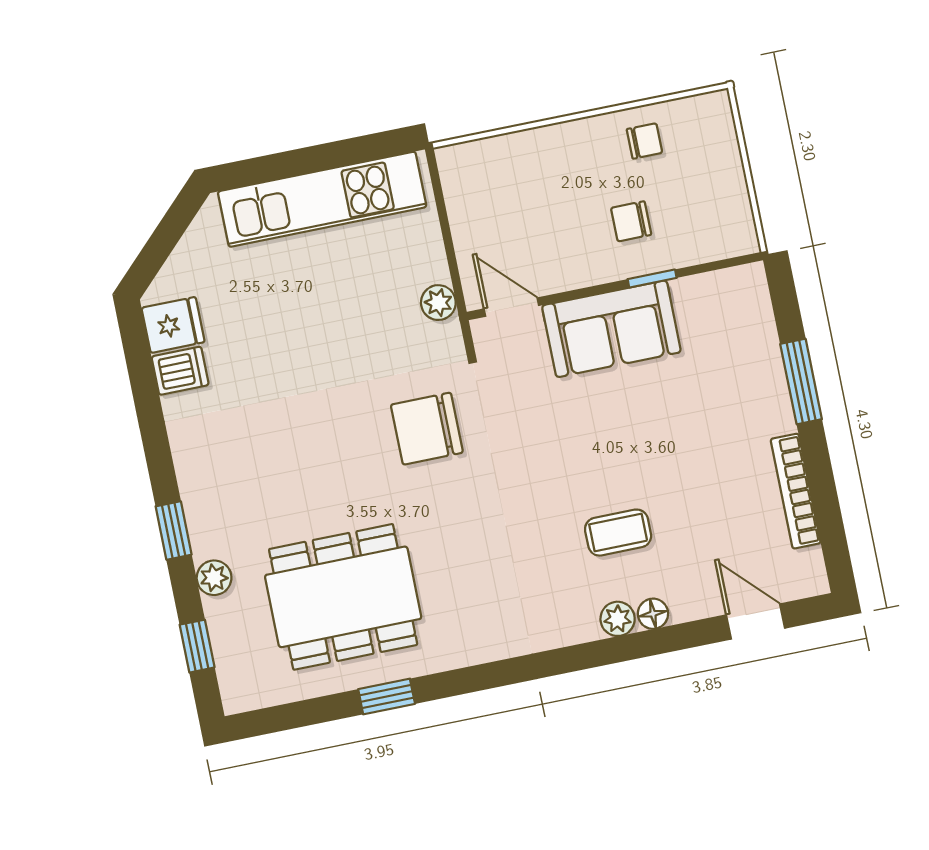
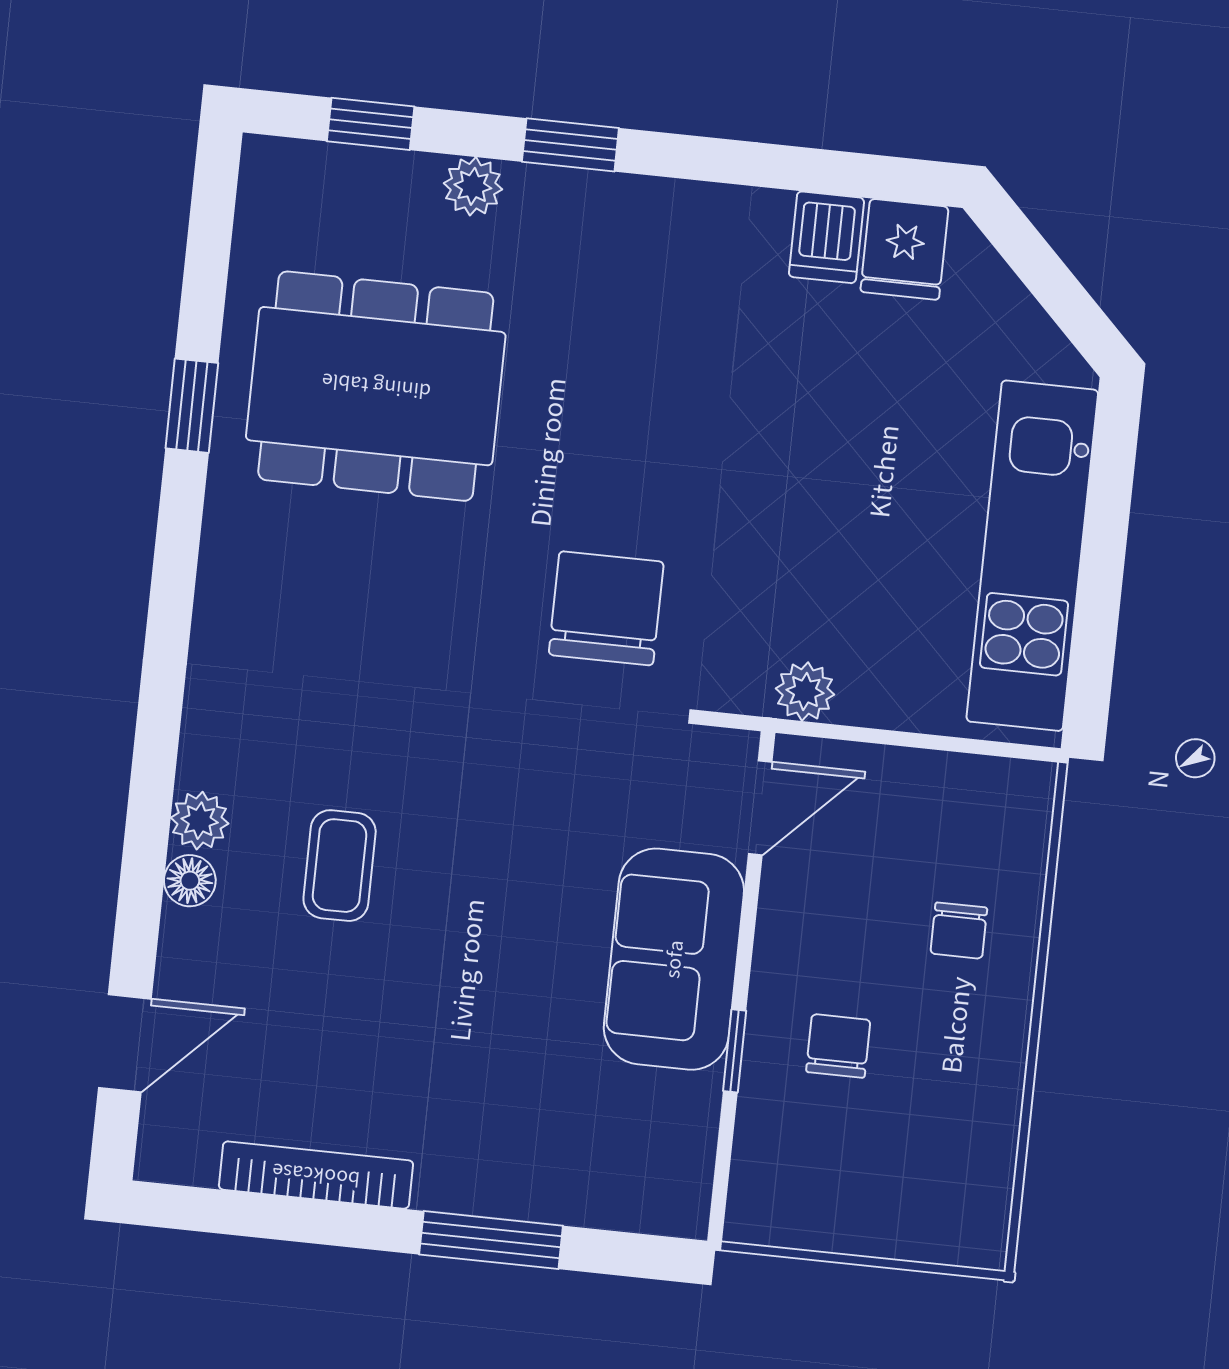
chair: (644, 141) -> (959, 931), moved
dining table: (343, 597) -> (376, 386), turned 90

